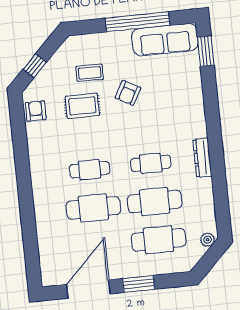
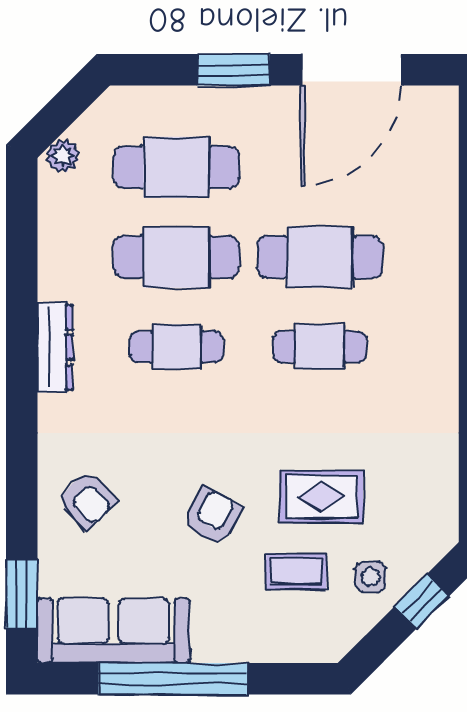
side table: (58, 74) -> (370, 577), added
armchair: (36, 111) -> (87, 500), moved, turned -42

